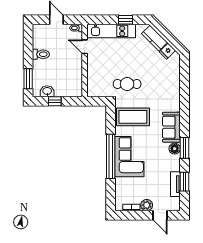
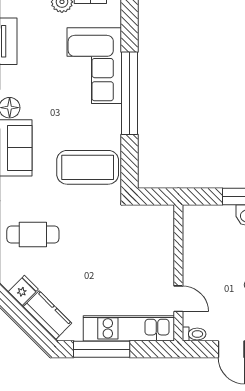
window: (126, 20) -> (102, 349), width x2.17
cafe table: (127, 84) -> (33, 235), moved
corner sofa: (129, 157) -> (94, 66), moved

